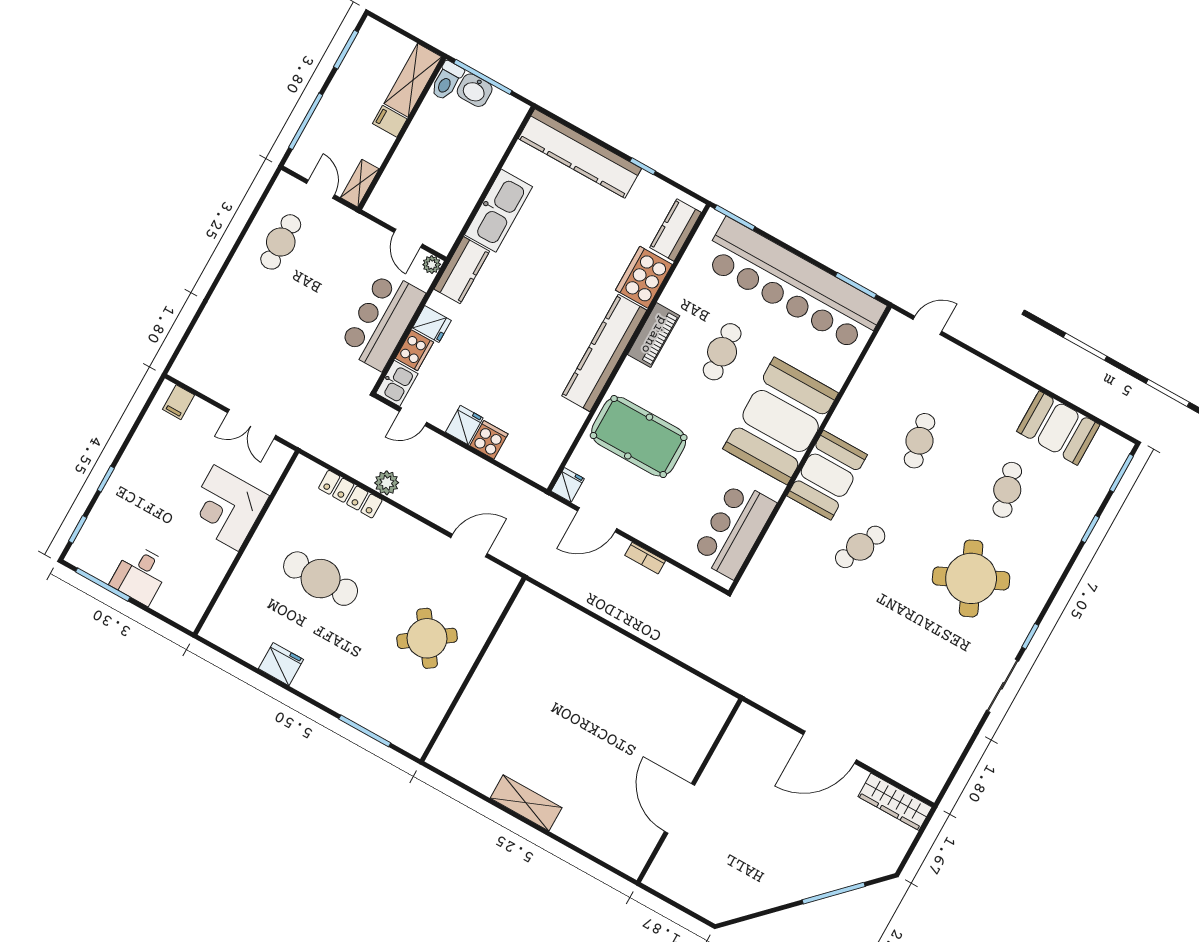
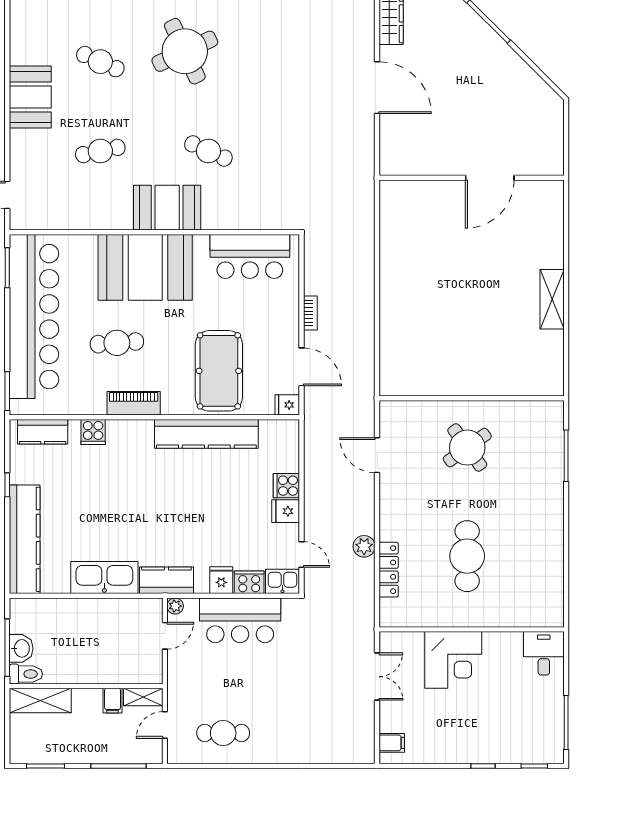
filing cabinet: (390, 121) -> (113, 701), moved
cooker: (644, 277) -> (93, 432), width x0.53, depth x0.76
kitchen counter: (604, 353) -> (206, 434), moved
booth: (1058, 428) -> (30, 97), moved
cafe table: (1007, 490) -> (100, 62), turned 39
desk: (140, 575) -> (544, 653), moved, turned -90
fridge: (281, 664) -> (551, 550), removed

